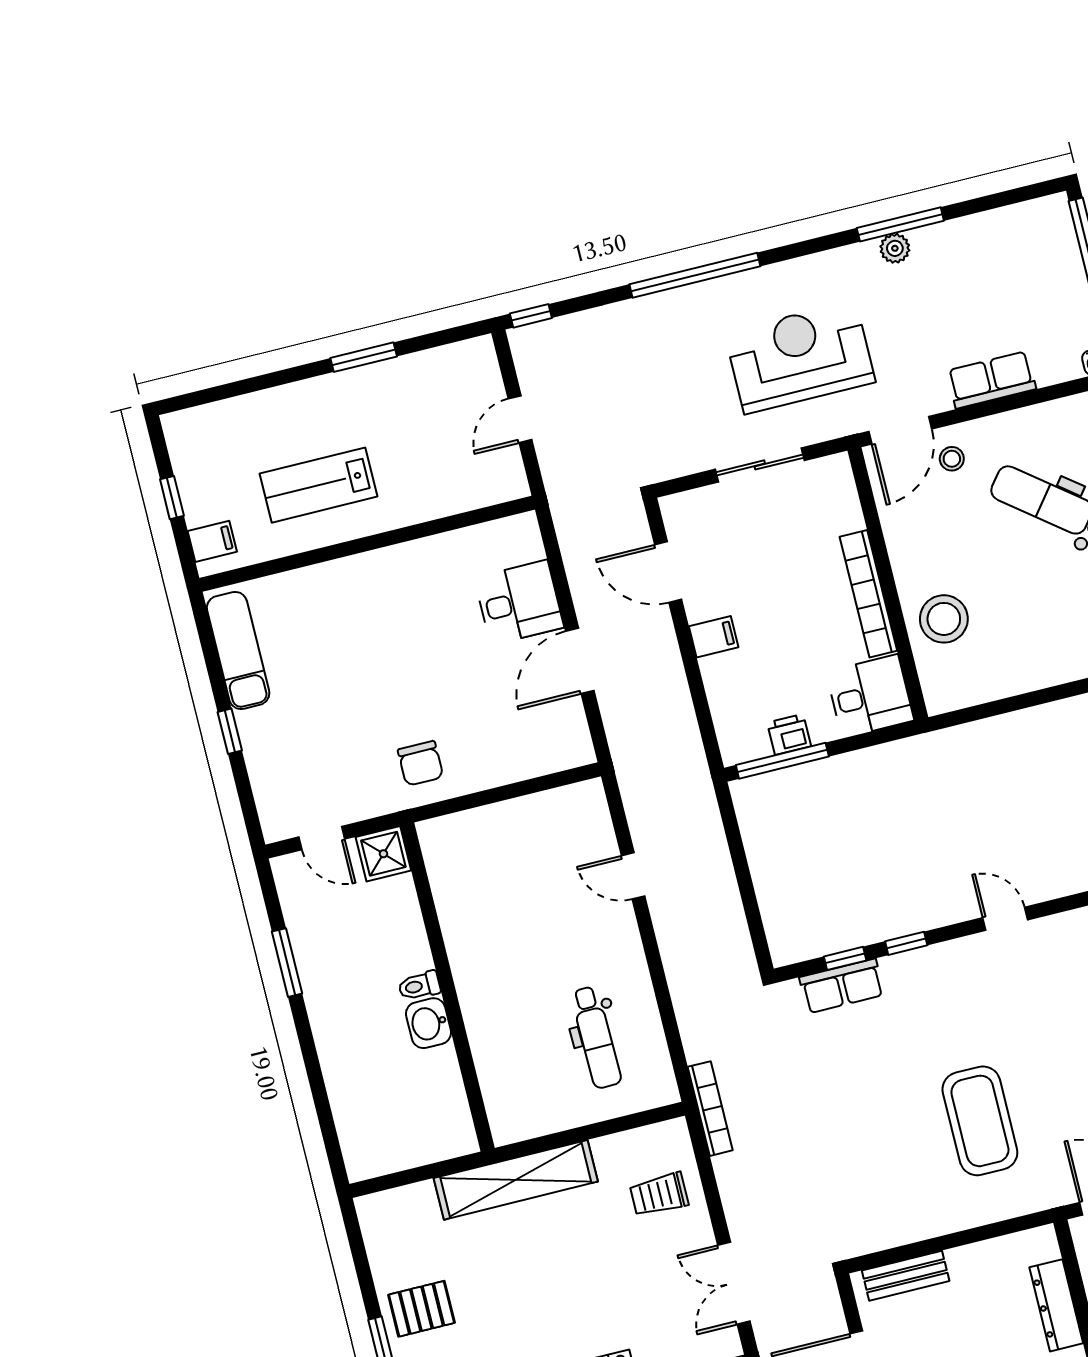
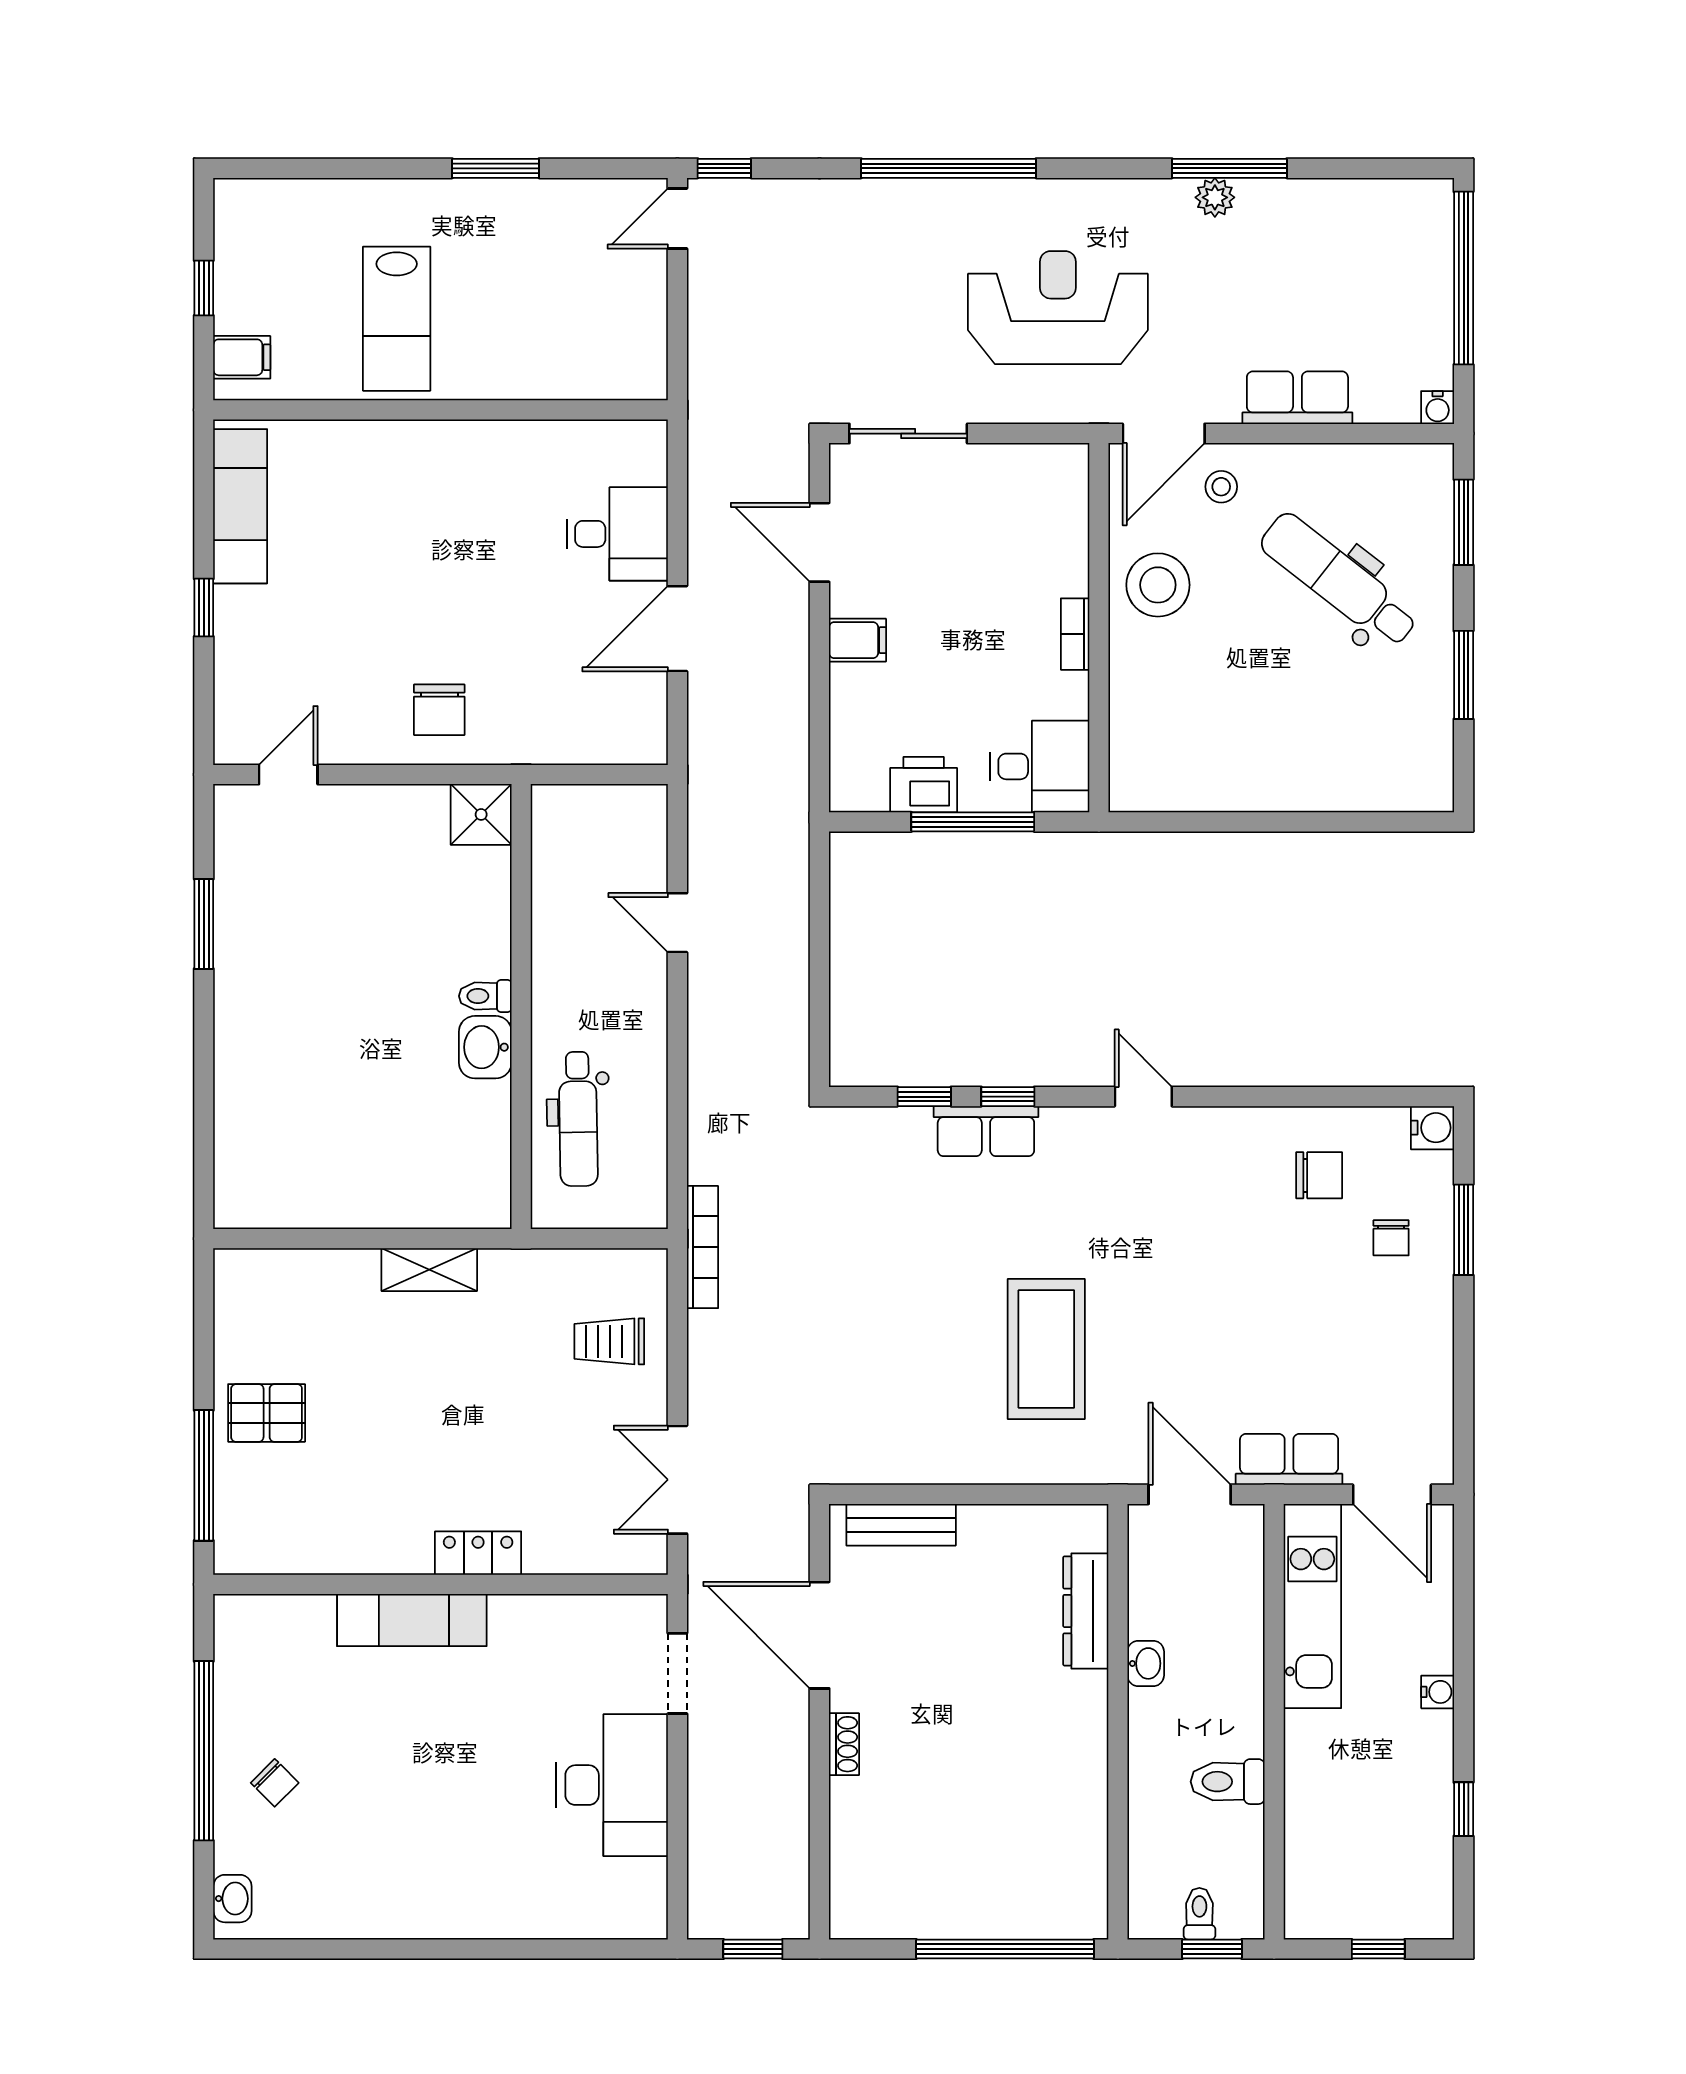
door: (520, 419) -> (677, 218), moved
sliding door: (760, 465) -> (908, 434), moved
lab bench: (318, 485) -> (397, 319), turned -90
bookcase: (868, 594) -> (1075, 634), width x0.43, depth x0.76
stool: (944, 619) -> (1158, 585), moved
printer: (789, 734) -> (924, 785), width x1.36, depth x1.24
window: (782, 761) -> (973, 822), moved
door: (322, 838) -> (288, 774), swing flipped
shower: (383, 854) -> (481, 814), moved
toilet: (419, 986) -> (485, 996), moved
row of seats: (842, 986) -> (986, 1131), moved
wall: (447, 987) -> (521, 1007), moved
washbasin: (429, 1023) -> (485, 1047), moved
shelving: (516, 1180) -> (429, 1270), width x0.45, depth x0.75

